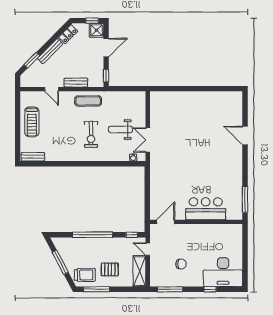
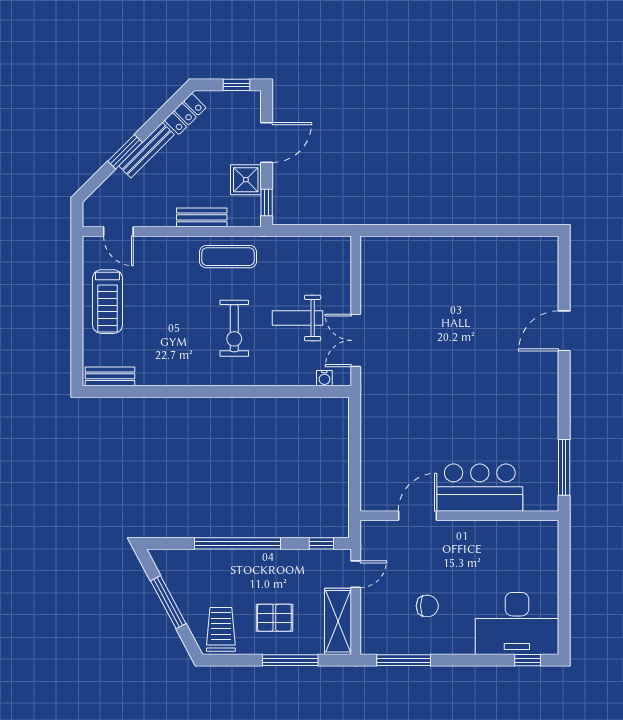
shower: (96, 30) -> (246, 180), moved
window: (32, 60) -> (125, 152), moved
door: (52, 89) -> (118, 231), moved
door: (245, 136) -> (564, 331), hinge flipped
door: (166, 222) -> (417, 516), moved
door: (148, 249) -> (356, 574), swing flipped
trolley: (85, 275) -> (221, 629), turned -90
window: (97, 289) -> (290, 660), moved
window: (210, 289) -> (528, 660), moved

